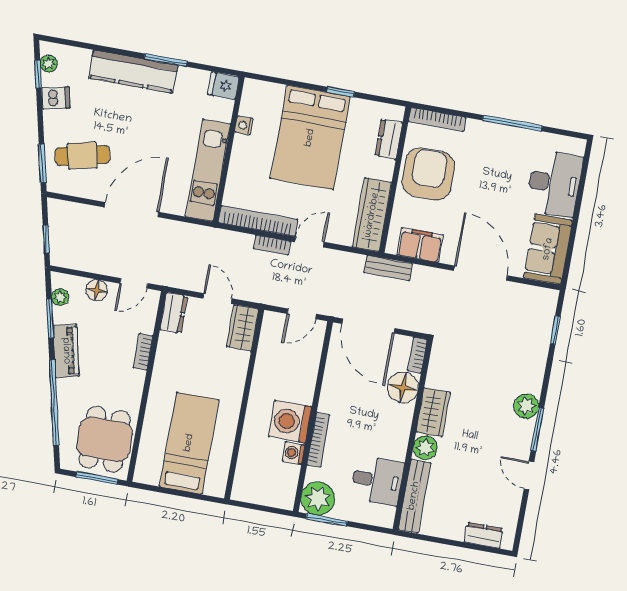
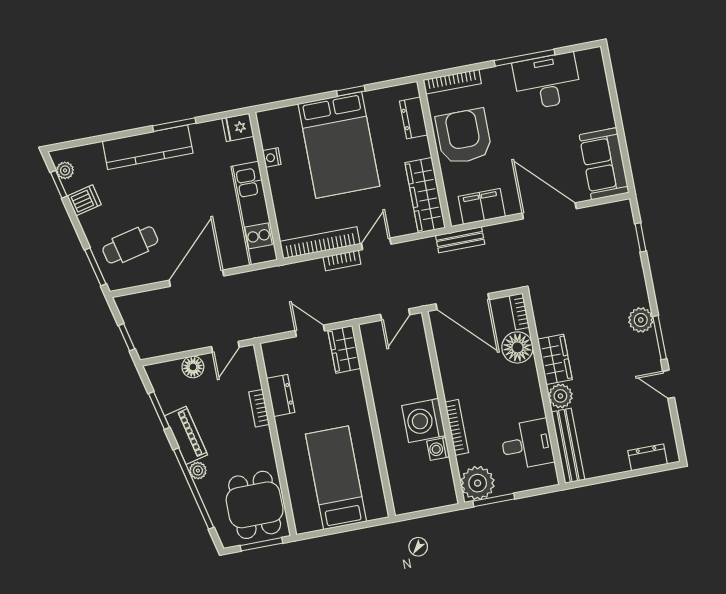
desk: (554, 183) -> (547, 81), moved, turned -90
plant: (60, 297) -> (198, 471), moved
dresser: (174, 313) -> (281, 395), moved

